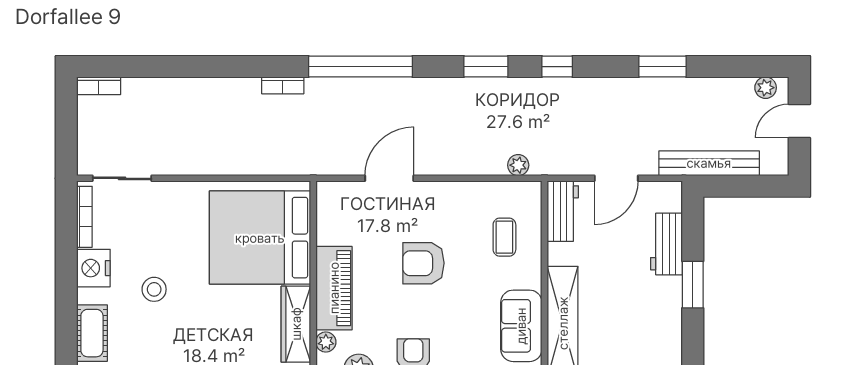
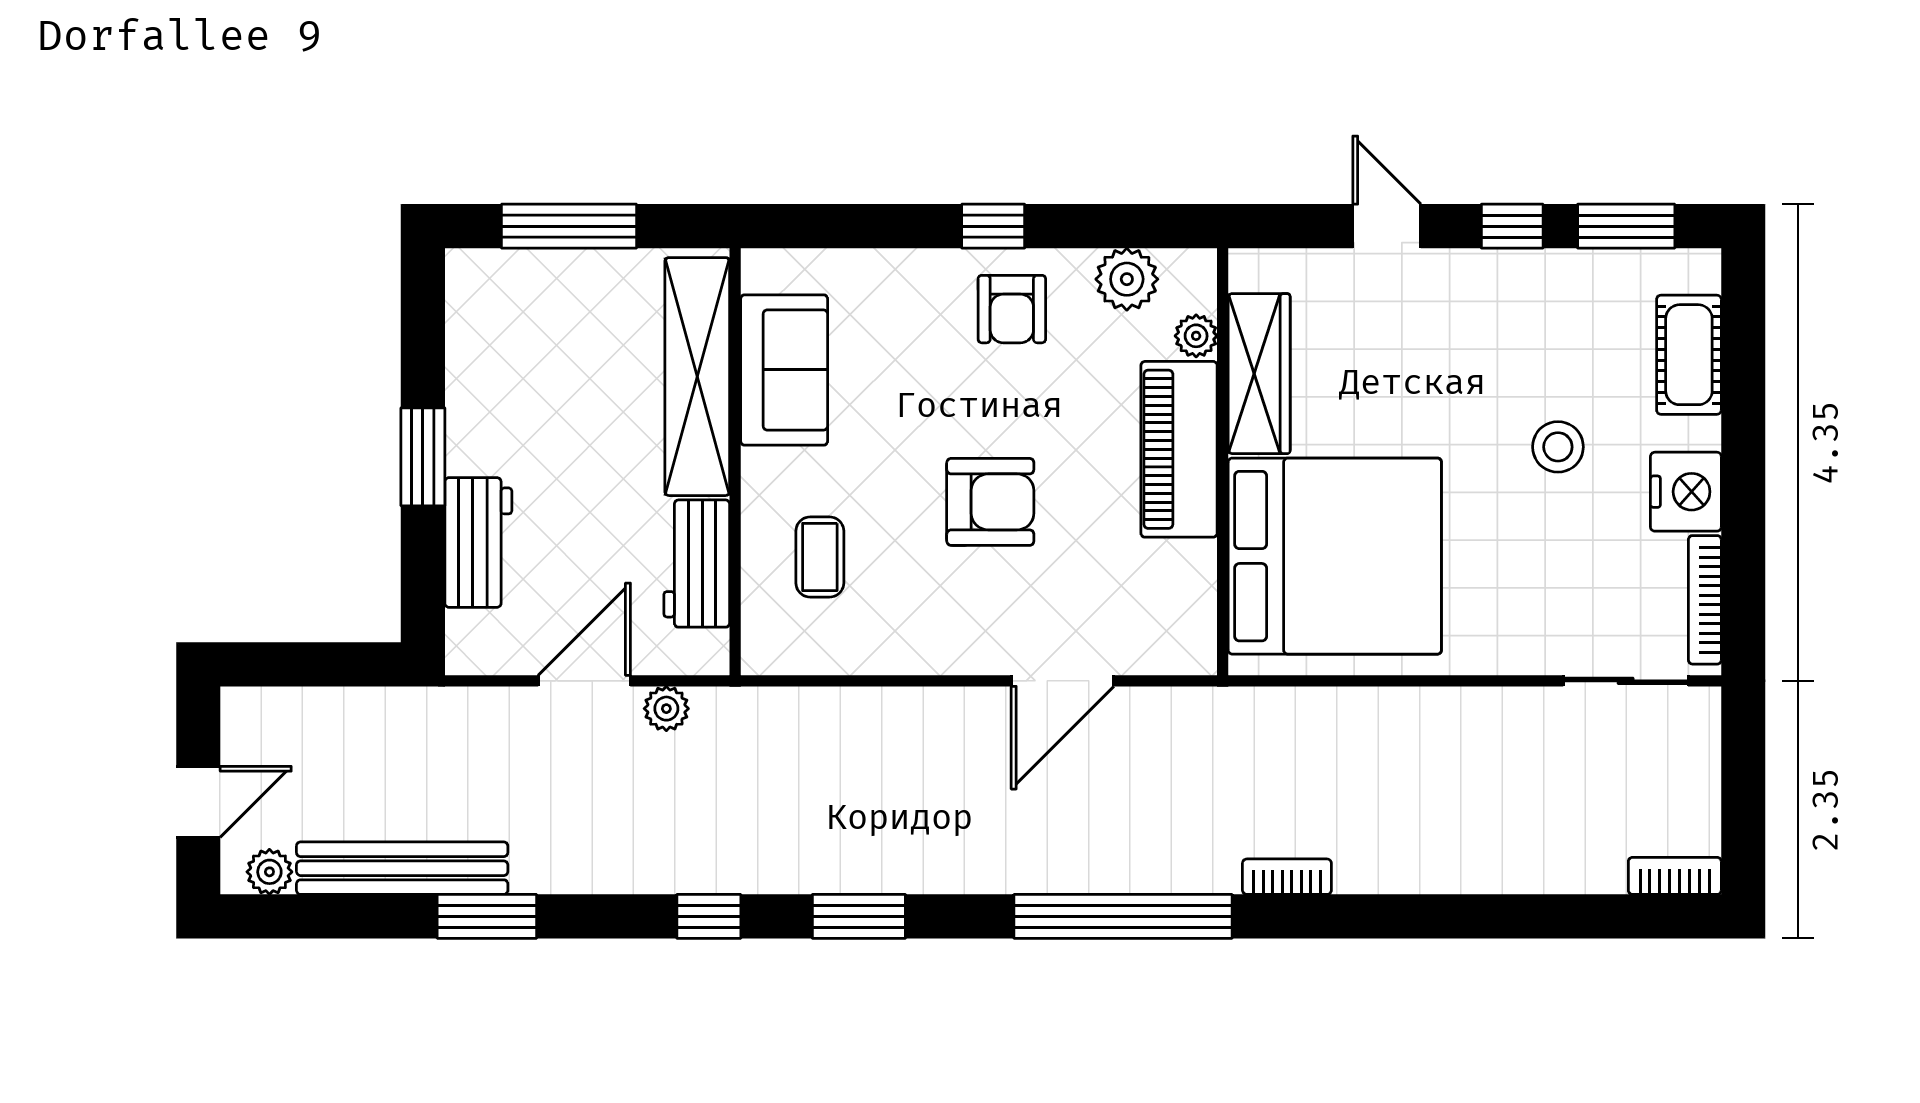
bench: (709, 163) -> (402, 868), moved
plant: (518, 165) -> (666, 709), moved
workbench: (563, 211) -> (697, 564), moved

